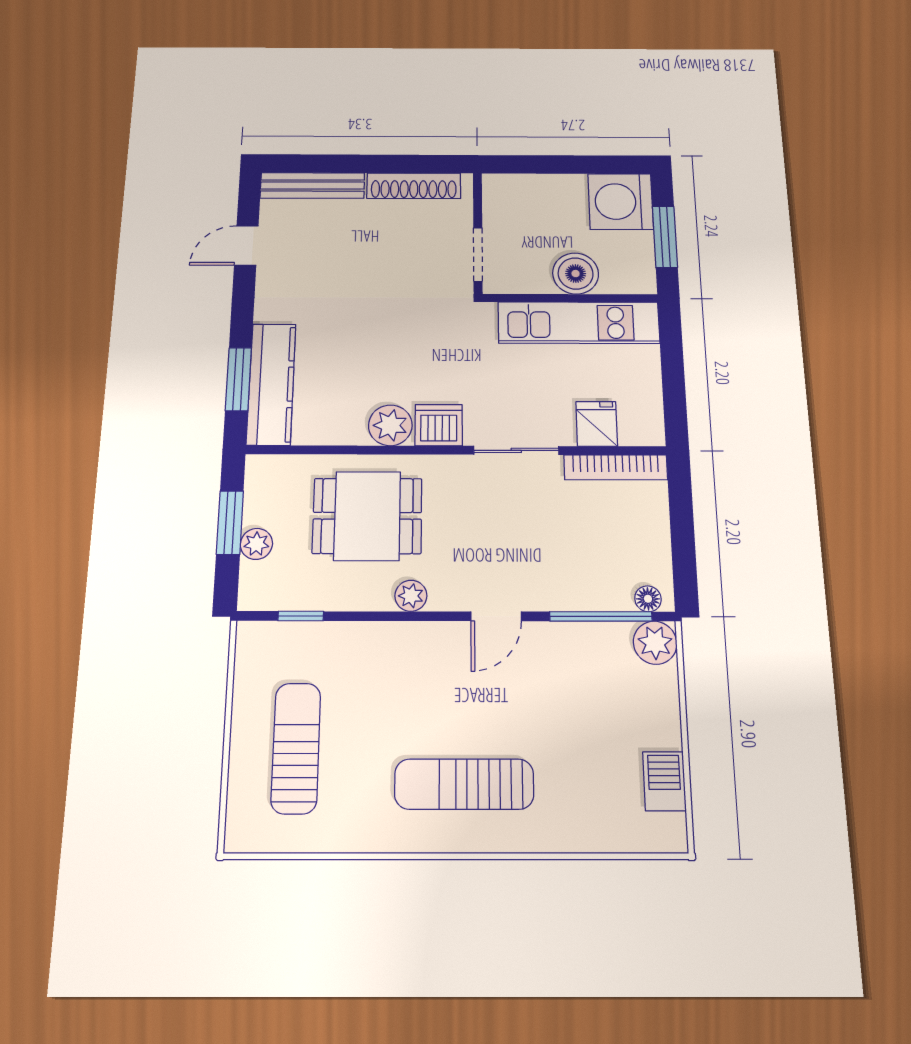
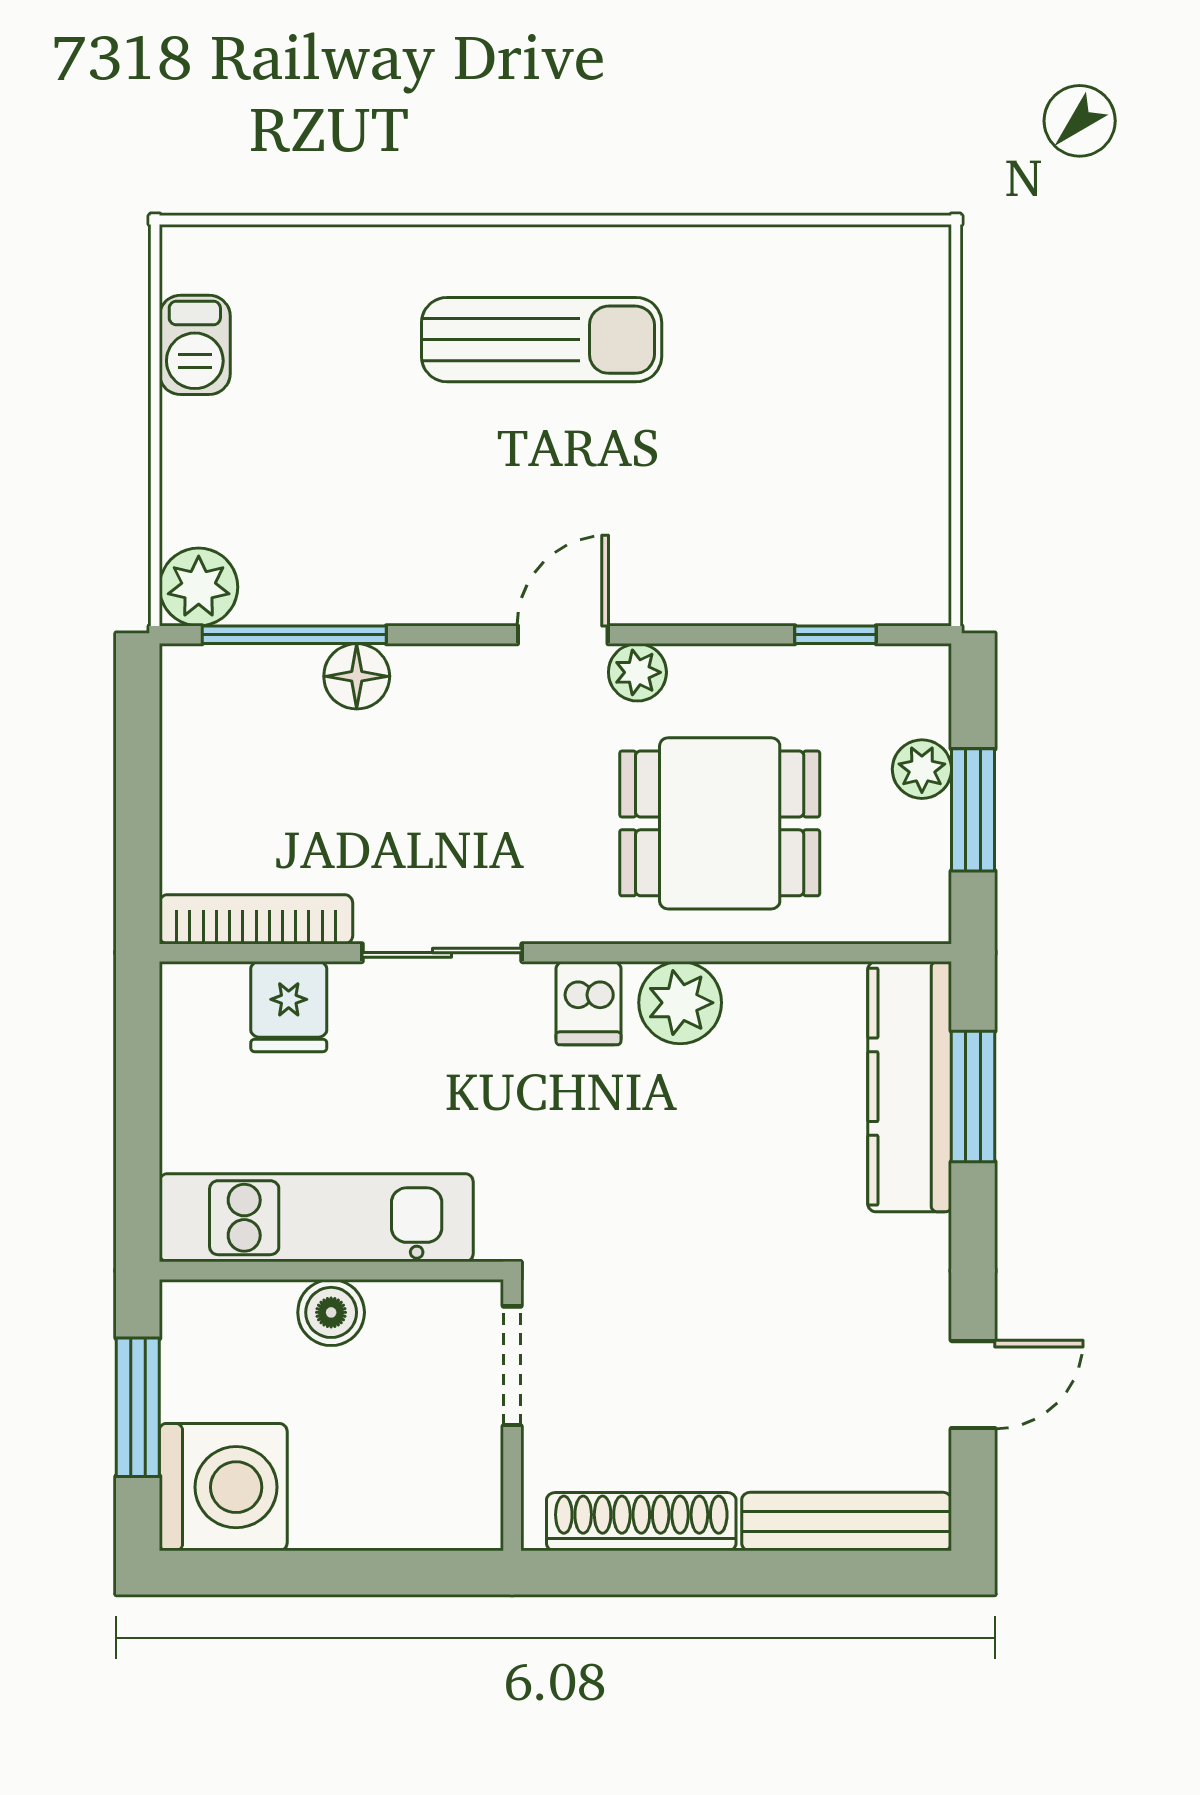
boiler: (576, 274) -> (331, 1312), width x0.73, depth x0.73
dishwasher: (439, 425) -> (588, 1003), width x0.73
floor lamp: (648, 599) -> (357, 676), moved, width x1.37, depth x1.37
door: (496, 616) -> (563, 635), moved
sun lounger: (296, 748) -> (835, 401), removed

